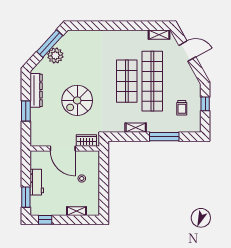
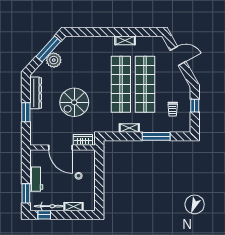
shelving: (159, 35) -> (125, 40), moved
shop shelf: (127, 81) -> (121, 84), width x1.40
bicycle: (50, 211) -> (49, 206), added

